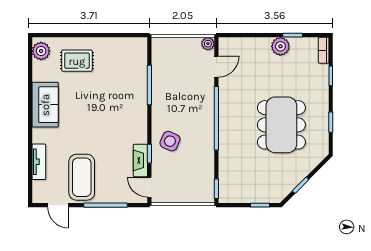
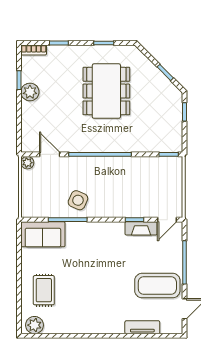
sofa: (45, 105) -> (43, 234), moved, turned 180
dining table: (281, 125) -> (106, 91), turned 90
side table: (170, 141) -> (78, 200), moved

